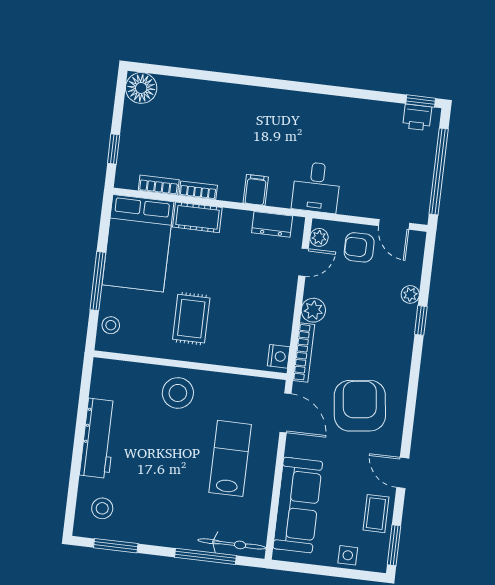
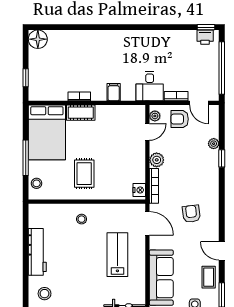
bookcase: (159, 185) -> (176, 96), moved
dresser: (272, 224) -> (126, 112), removed
stool: (178, 393) -> (82, 219), width x0.53, depth x0.53
armchair: (360, 406) -> (191, 214), width x0.53, depth x0.53

